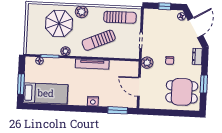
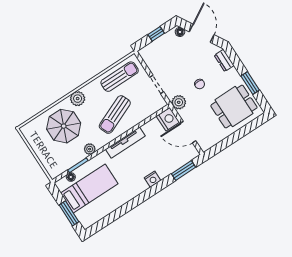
nightstand: (132, 69) -> (168, 119), added
bed: (46, 93) -> (89, 188), moved

